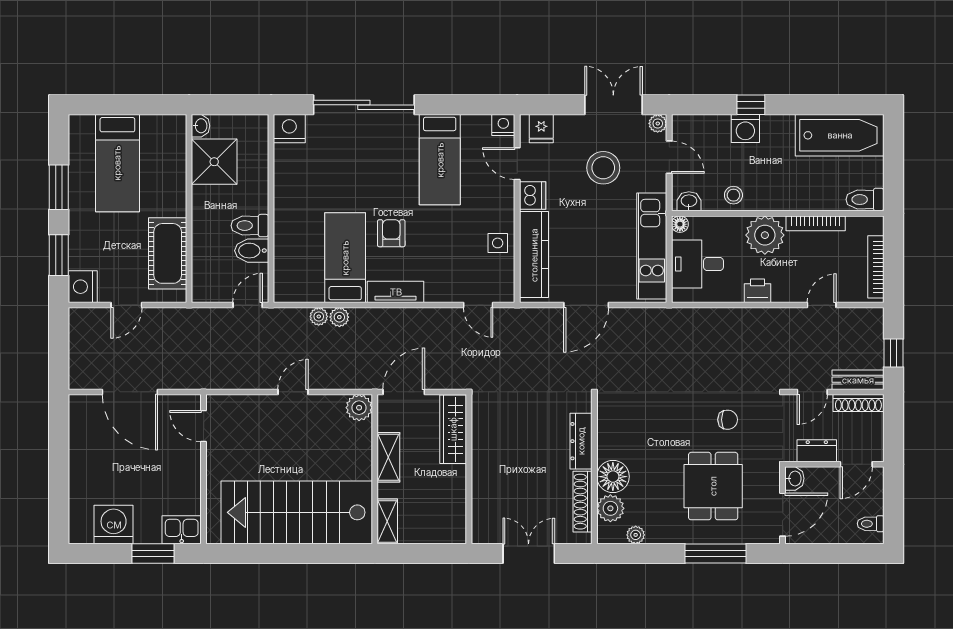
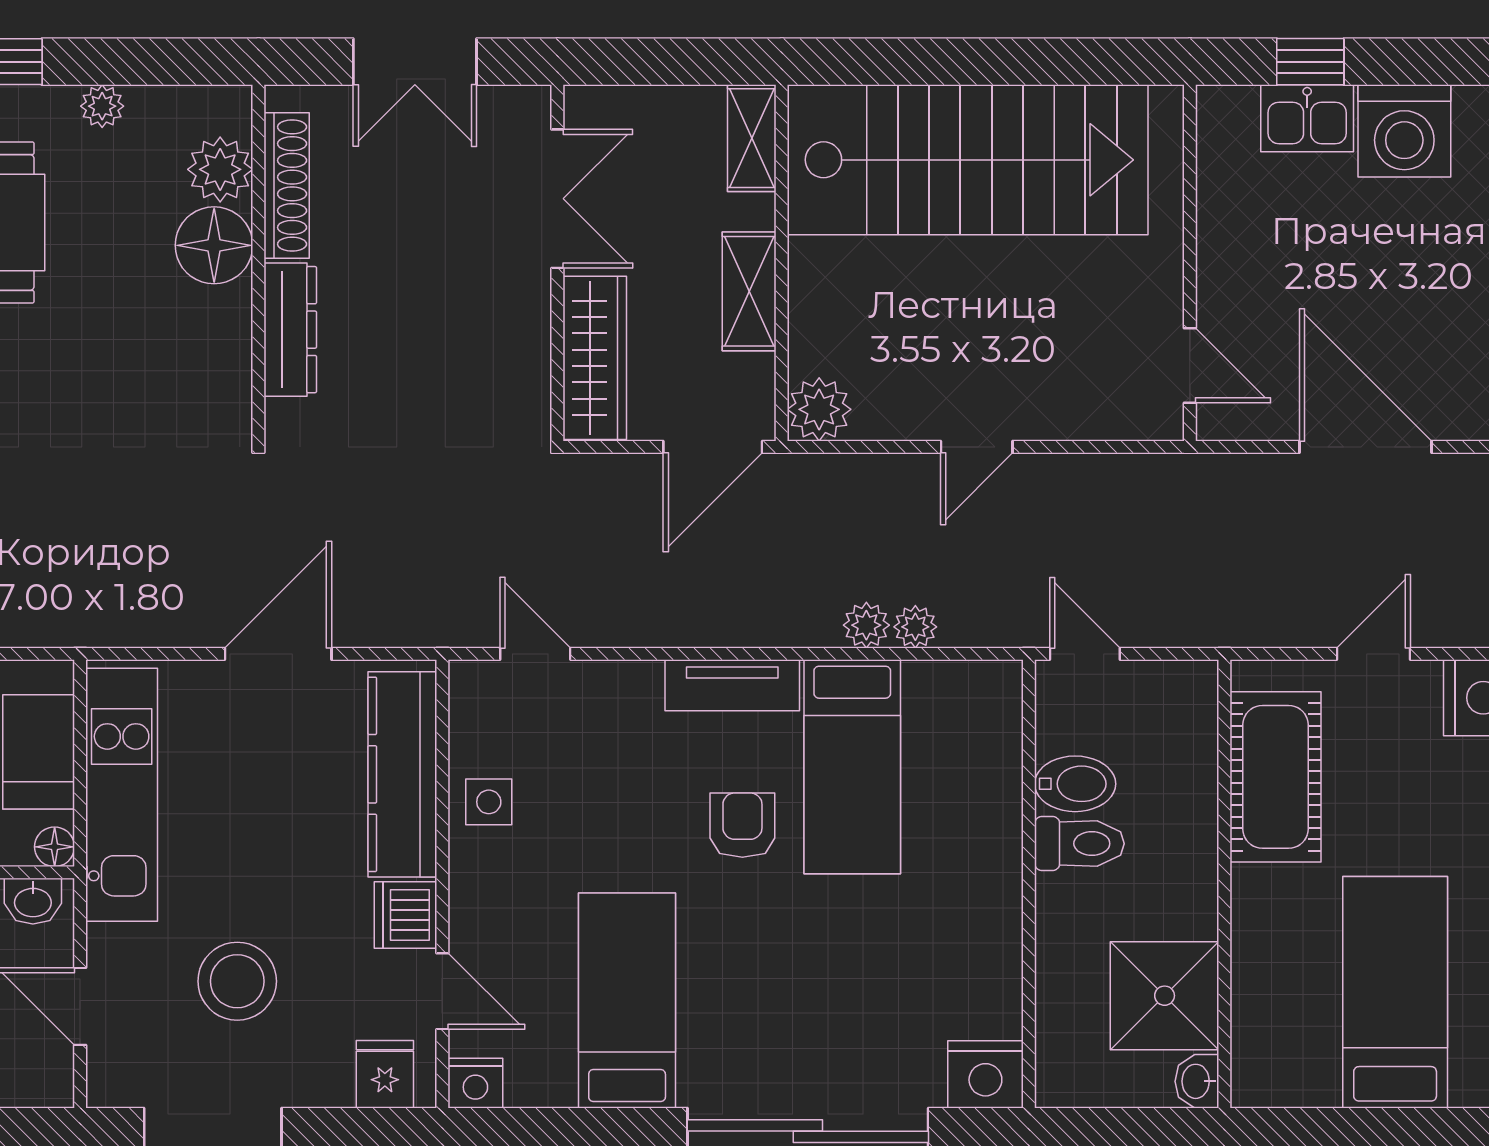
plant: (658, 123) -> (107, 1087), removed
armchair: (391, 233) -> (742, 825), turned 180
door: (248, 305) -> (1085, 654), swing flipped
double door: (469, 496) -> (557, 199), added
kitchen sink: (182, 530) -> (1307, 118), moved
plant: (636, 535) -> (102, 106), moved
window: (153, 554) -> (1310, 62), width x0.67

